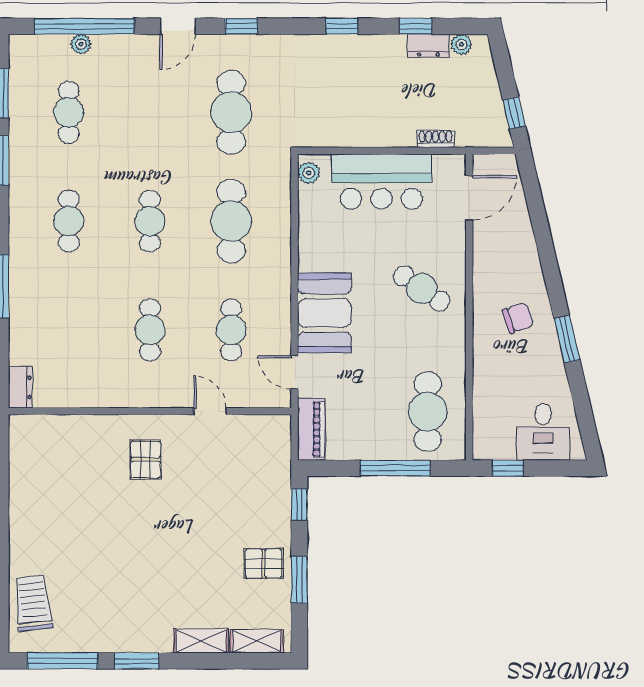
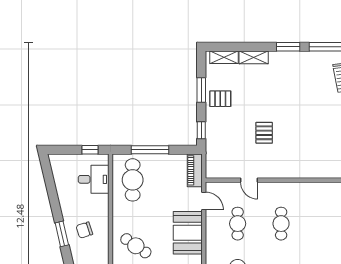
window: (567, 339) -> (62, 234), moved
desk: (543, 432) -> (94, 179), moved, turned 90
pallet: (146, 460) -> (264, 133), moved

